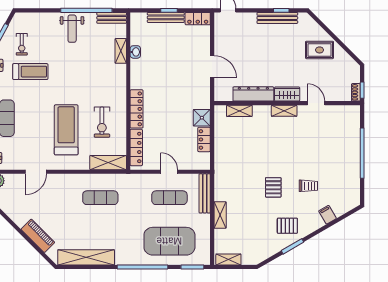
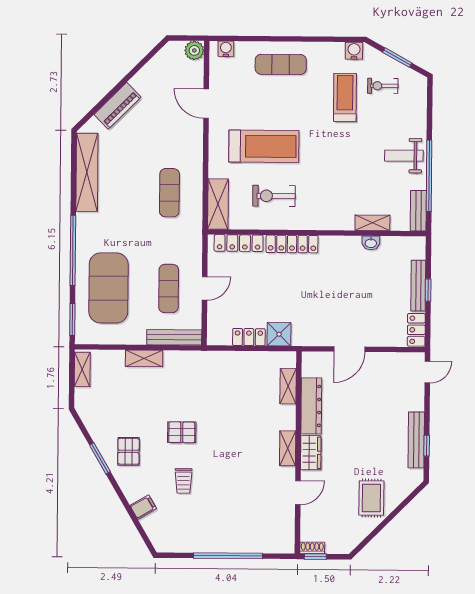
treadmill: (30, 72) -> (345, 97), turned 180

